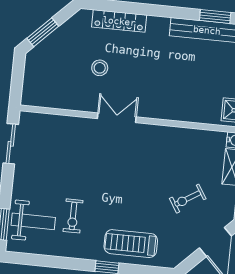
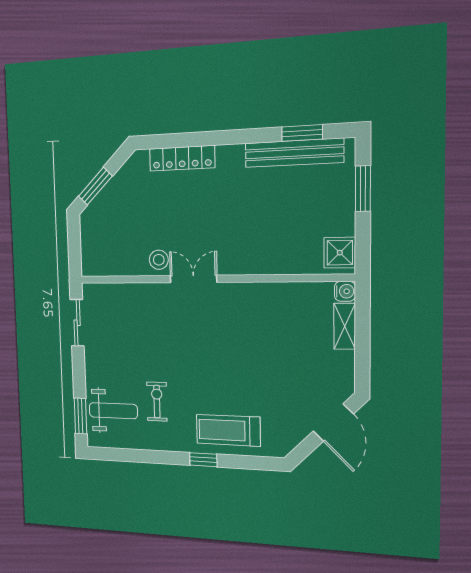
stool: (100, 68) -> (159, 260), moved
exercise bike: (188, 199) -> (292, 371), removed
exercise bike: (73, 216) -> (157, 402), turned 180

